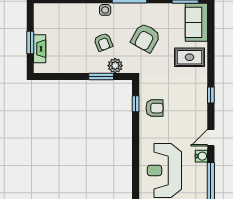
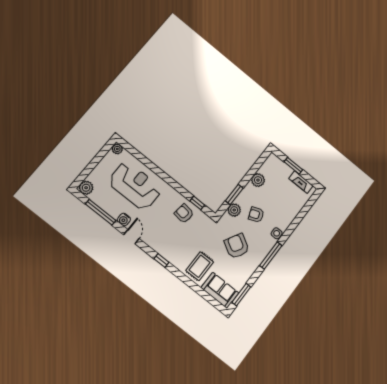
fireplace: (40, 49) -> (301, 182), moved
plant: (70, 65) -> (258, 180), added
armchair: (154, 108) -> (184, 214), turned 97

